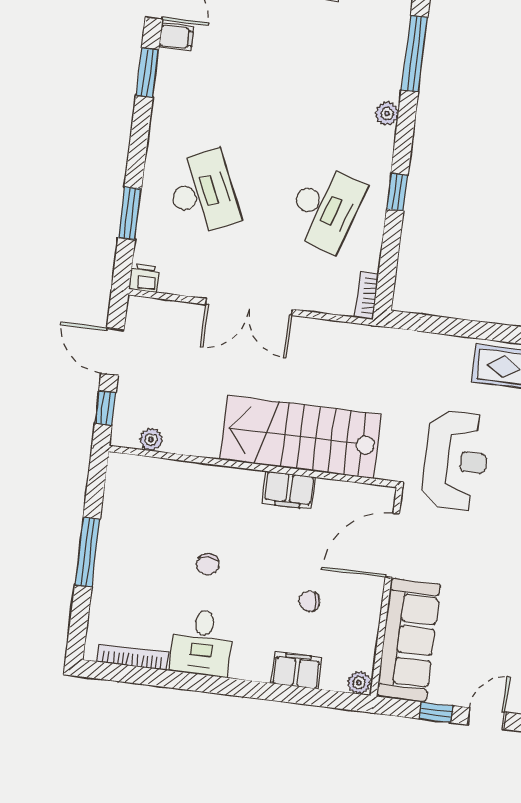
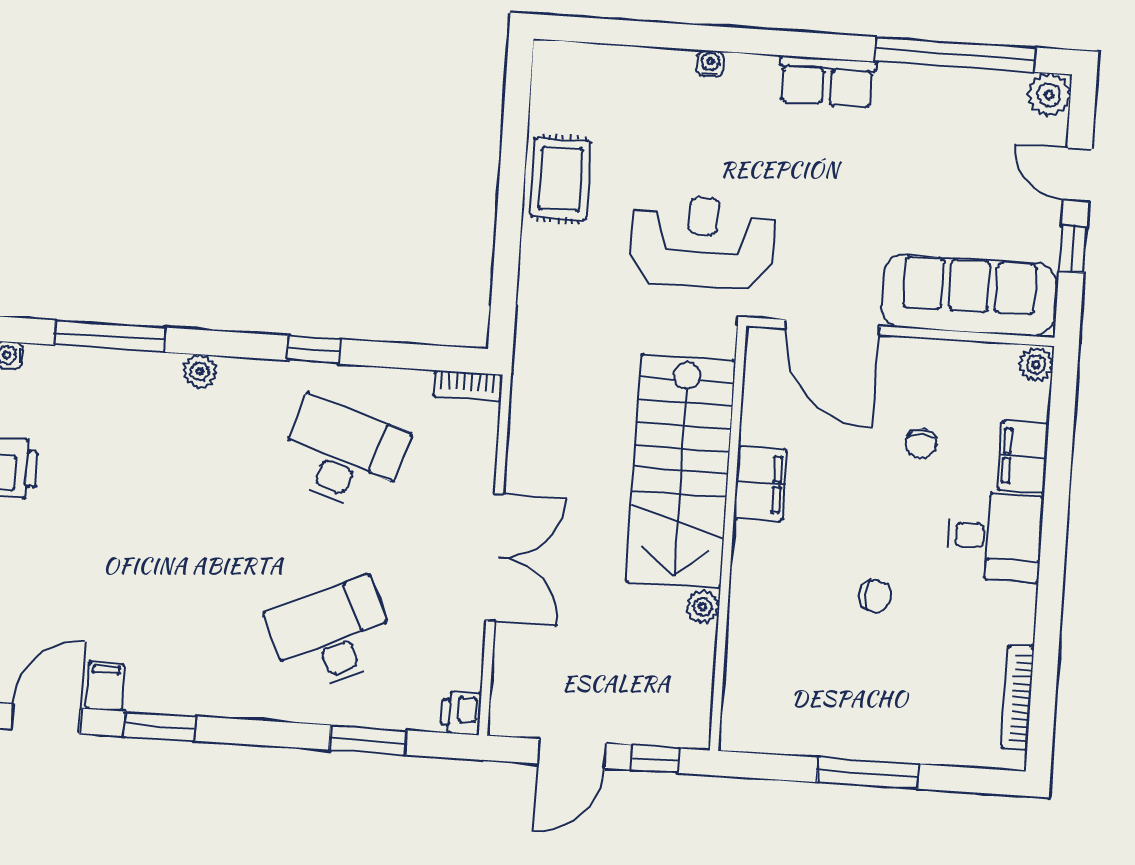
plant: (151, 439) -> (703, 607), moved
desk: (202, 643) -> (995, 537), moved

